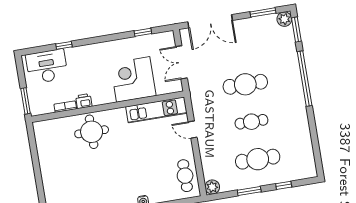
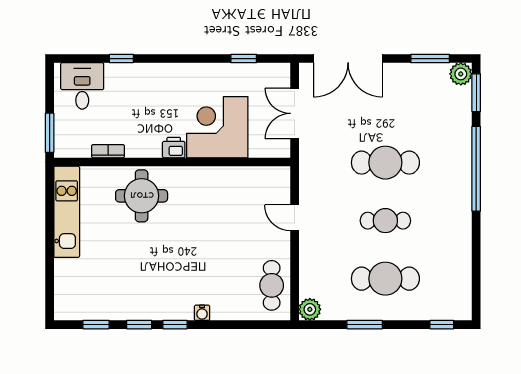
desk: (47, 66) -> (82, 86), width x0.73
printer: (84, 101) -> (174, 148), moved
kitchen unit: (156, 110) -> (67, 212), moved, turned -90
window: (284, 185) -> (442, 325), moved

